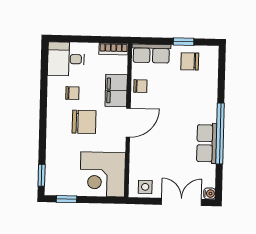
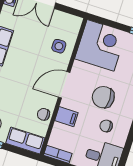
filing cabinet: (116, 91) -> (66, 117), width x0.50
side table: (145, 187) -> (59, 46), moved

